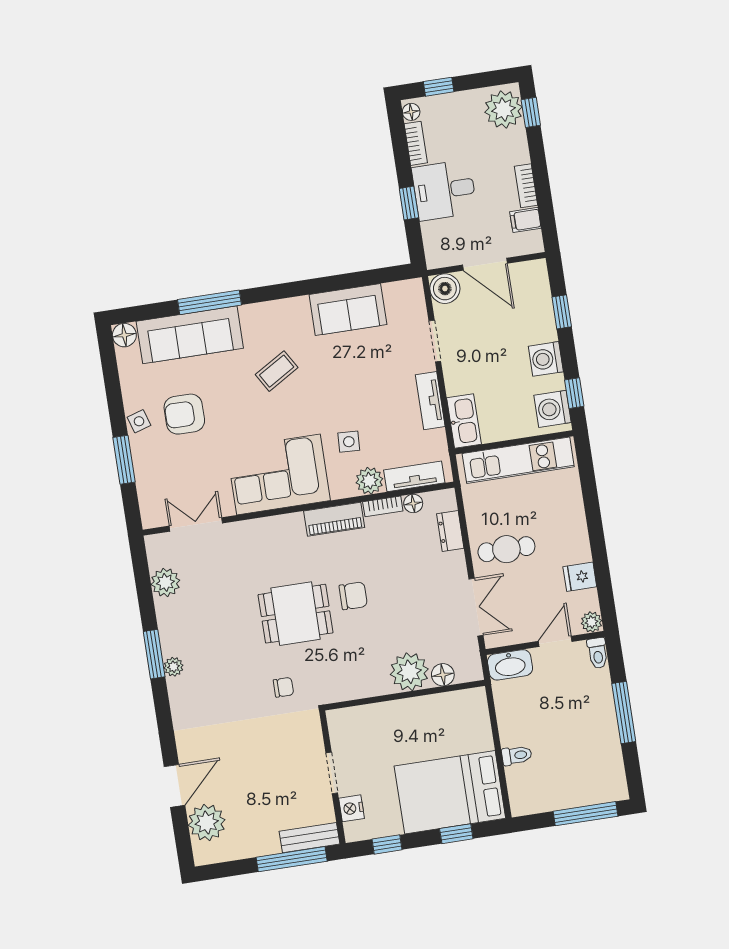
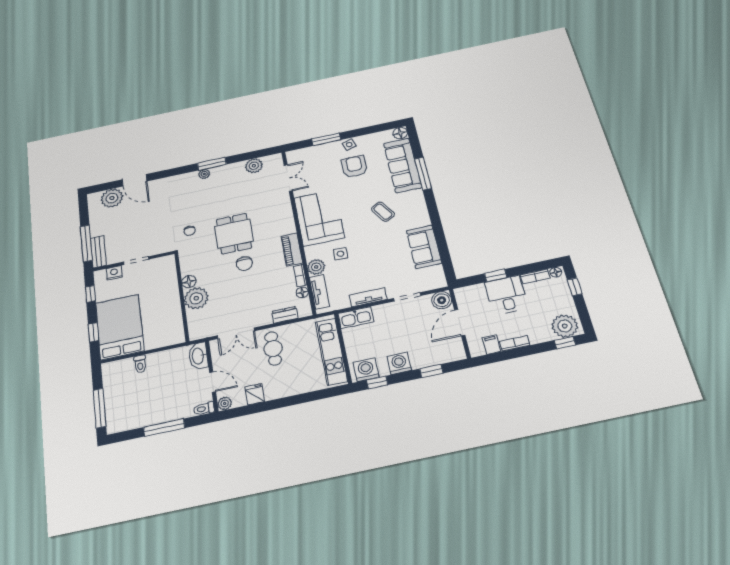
floor lamp: (443, 675) -> (189, 282), moved

